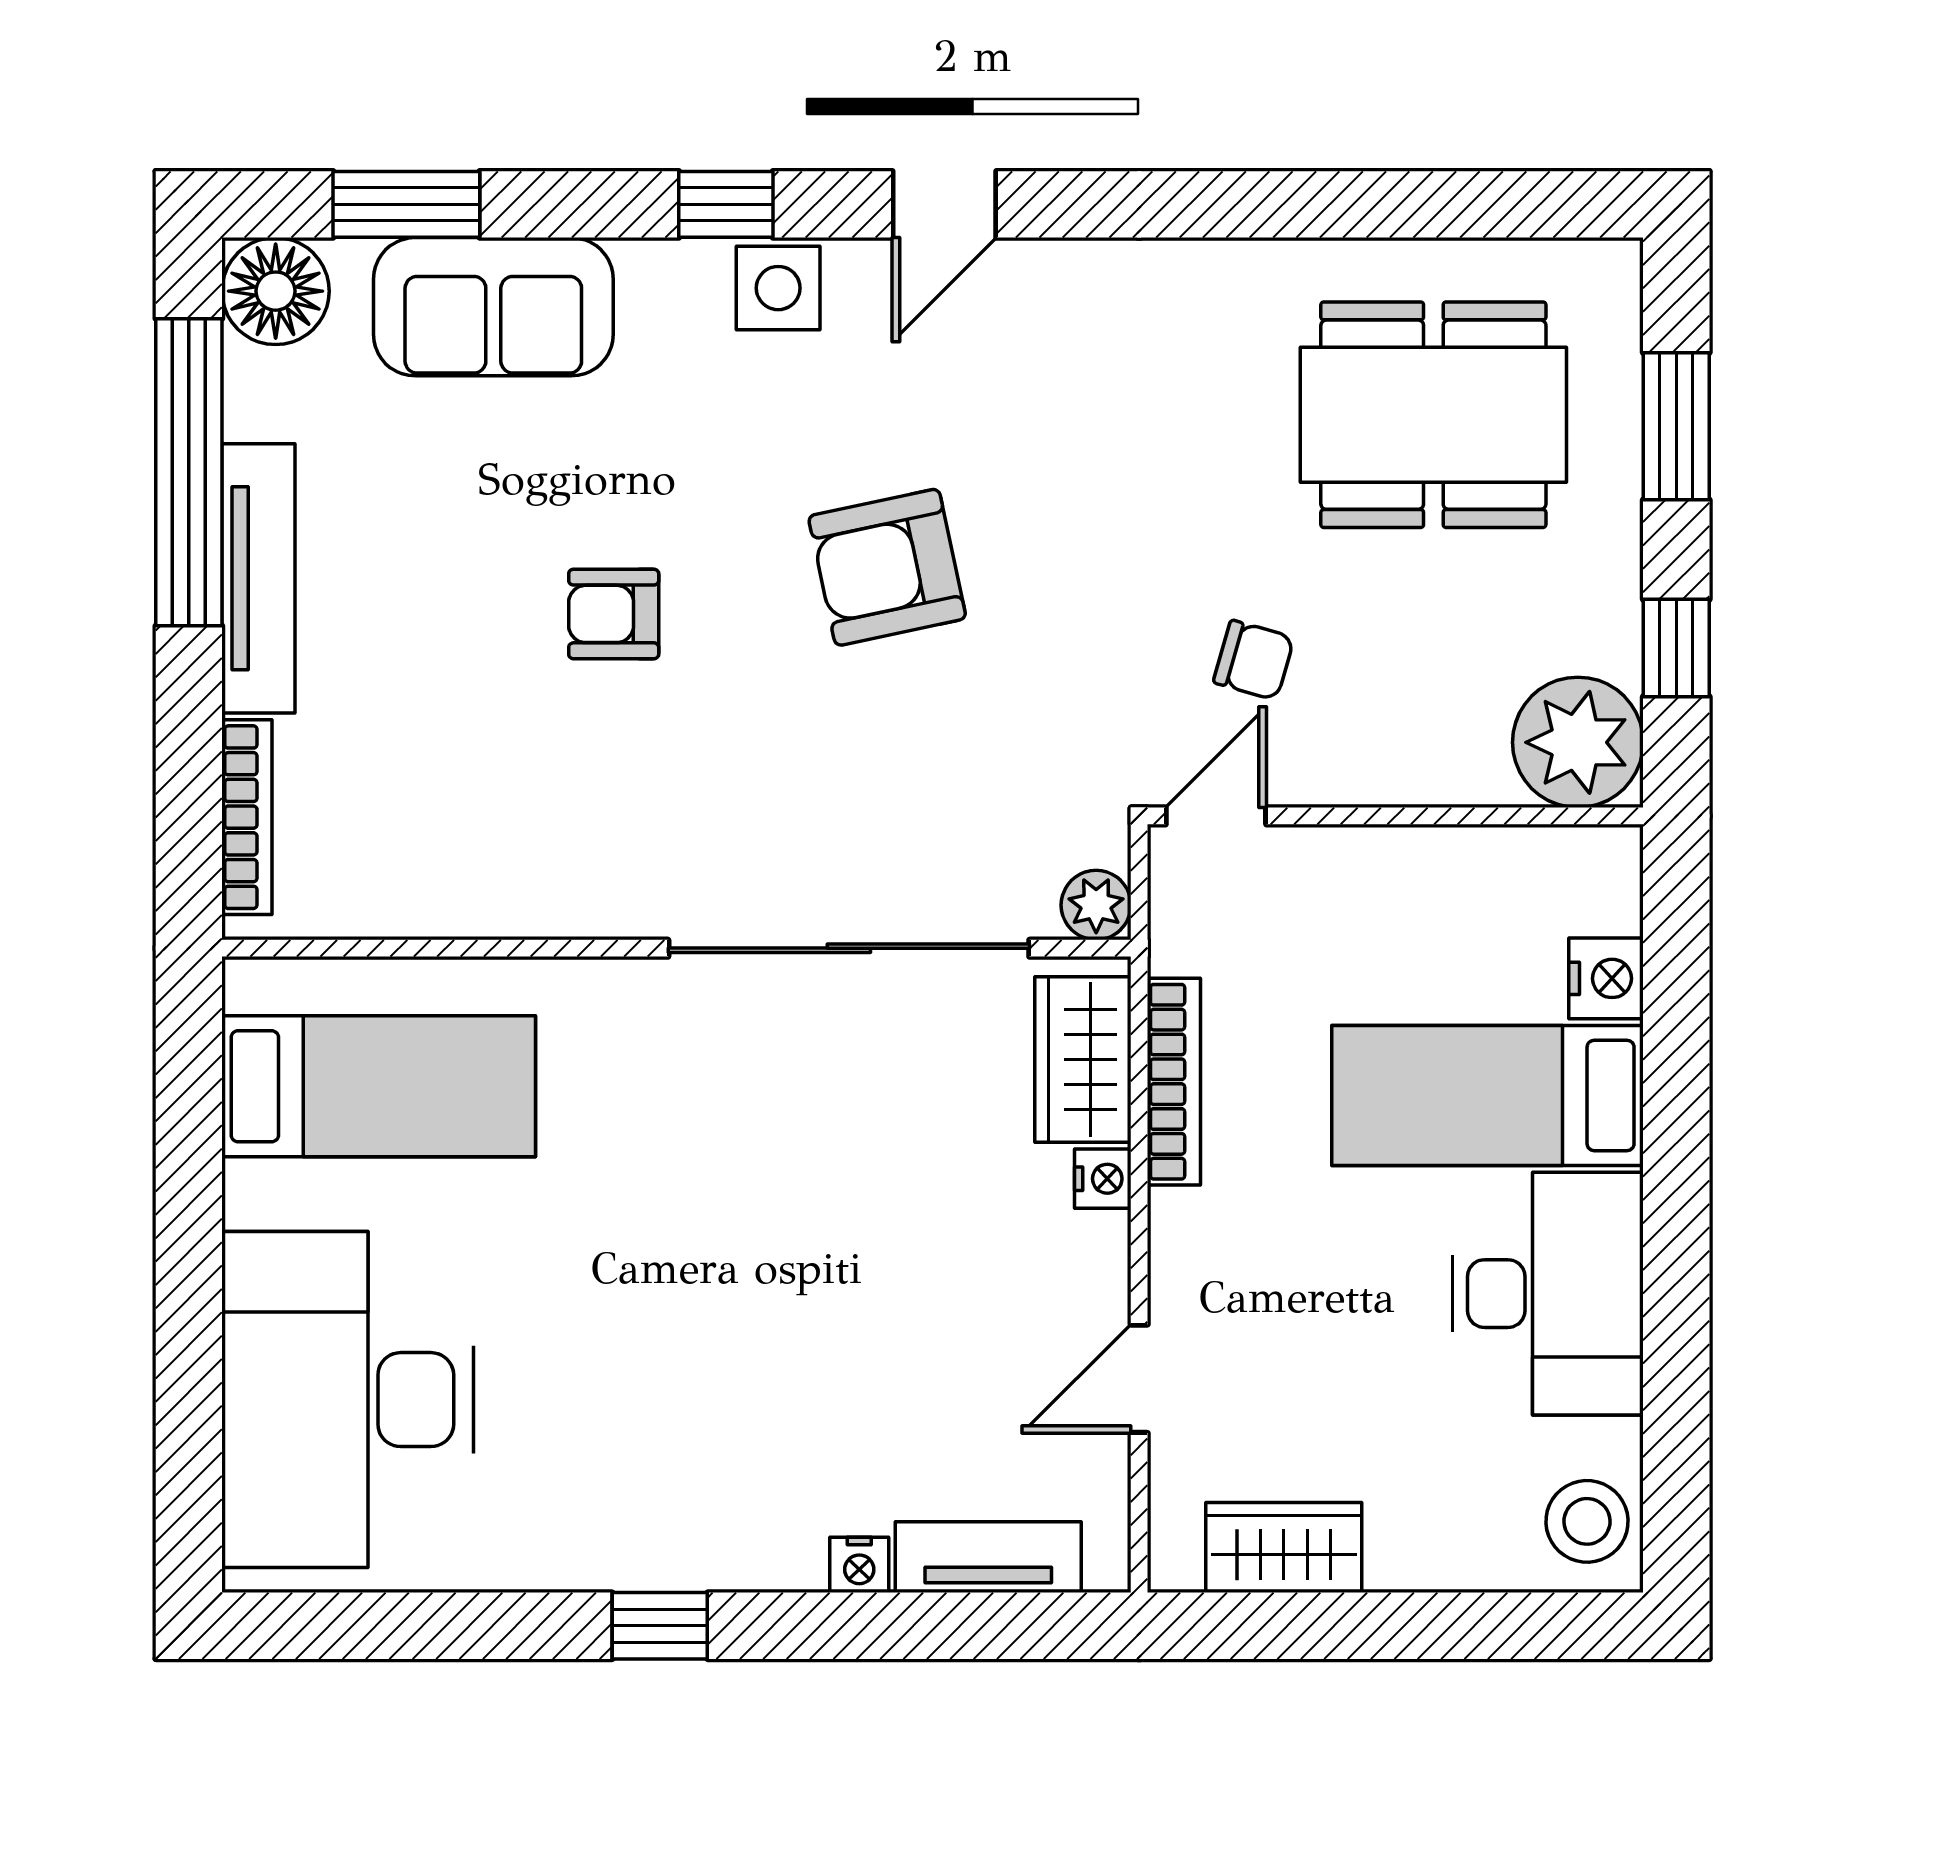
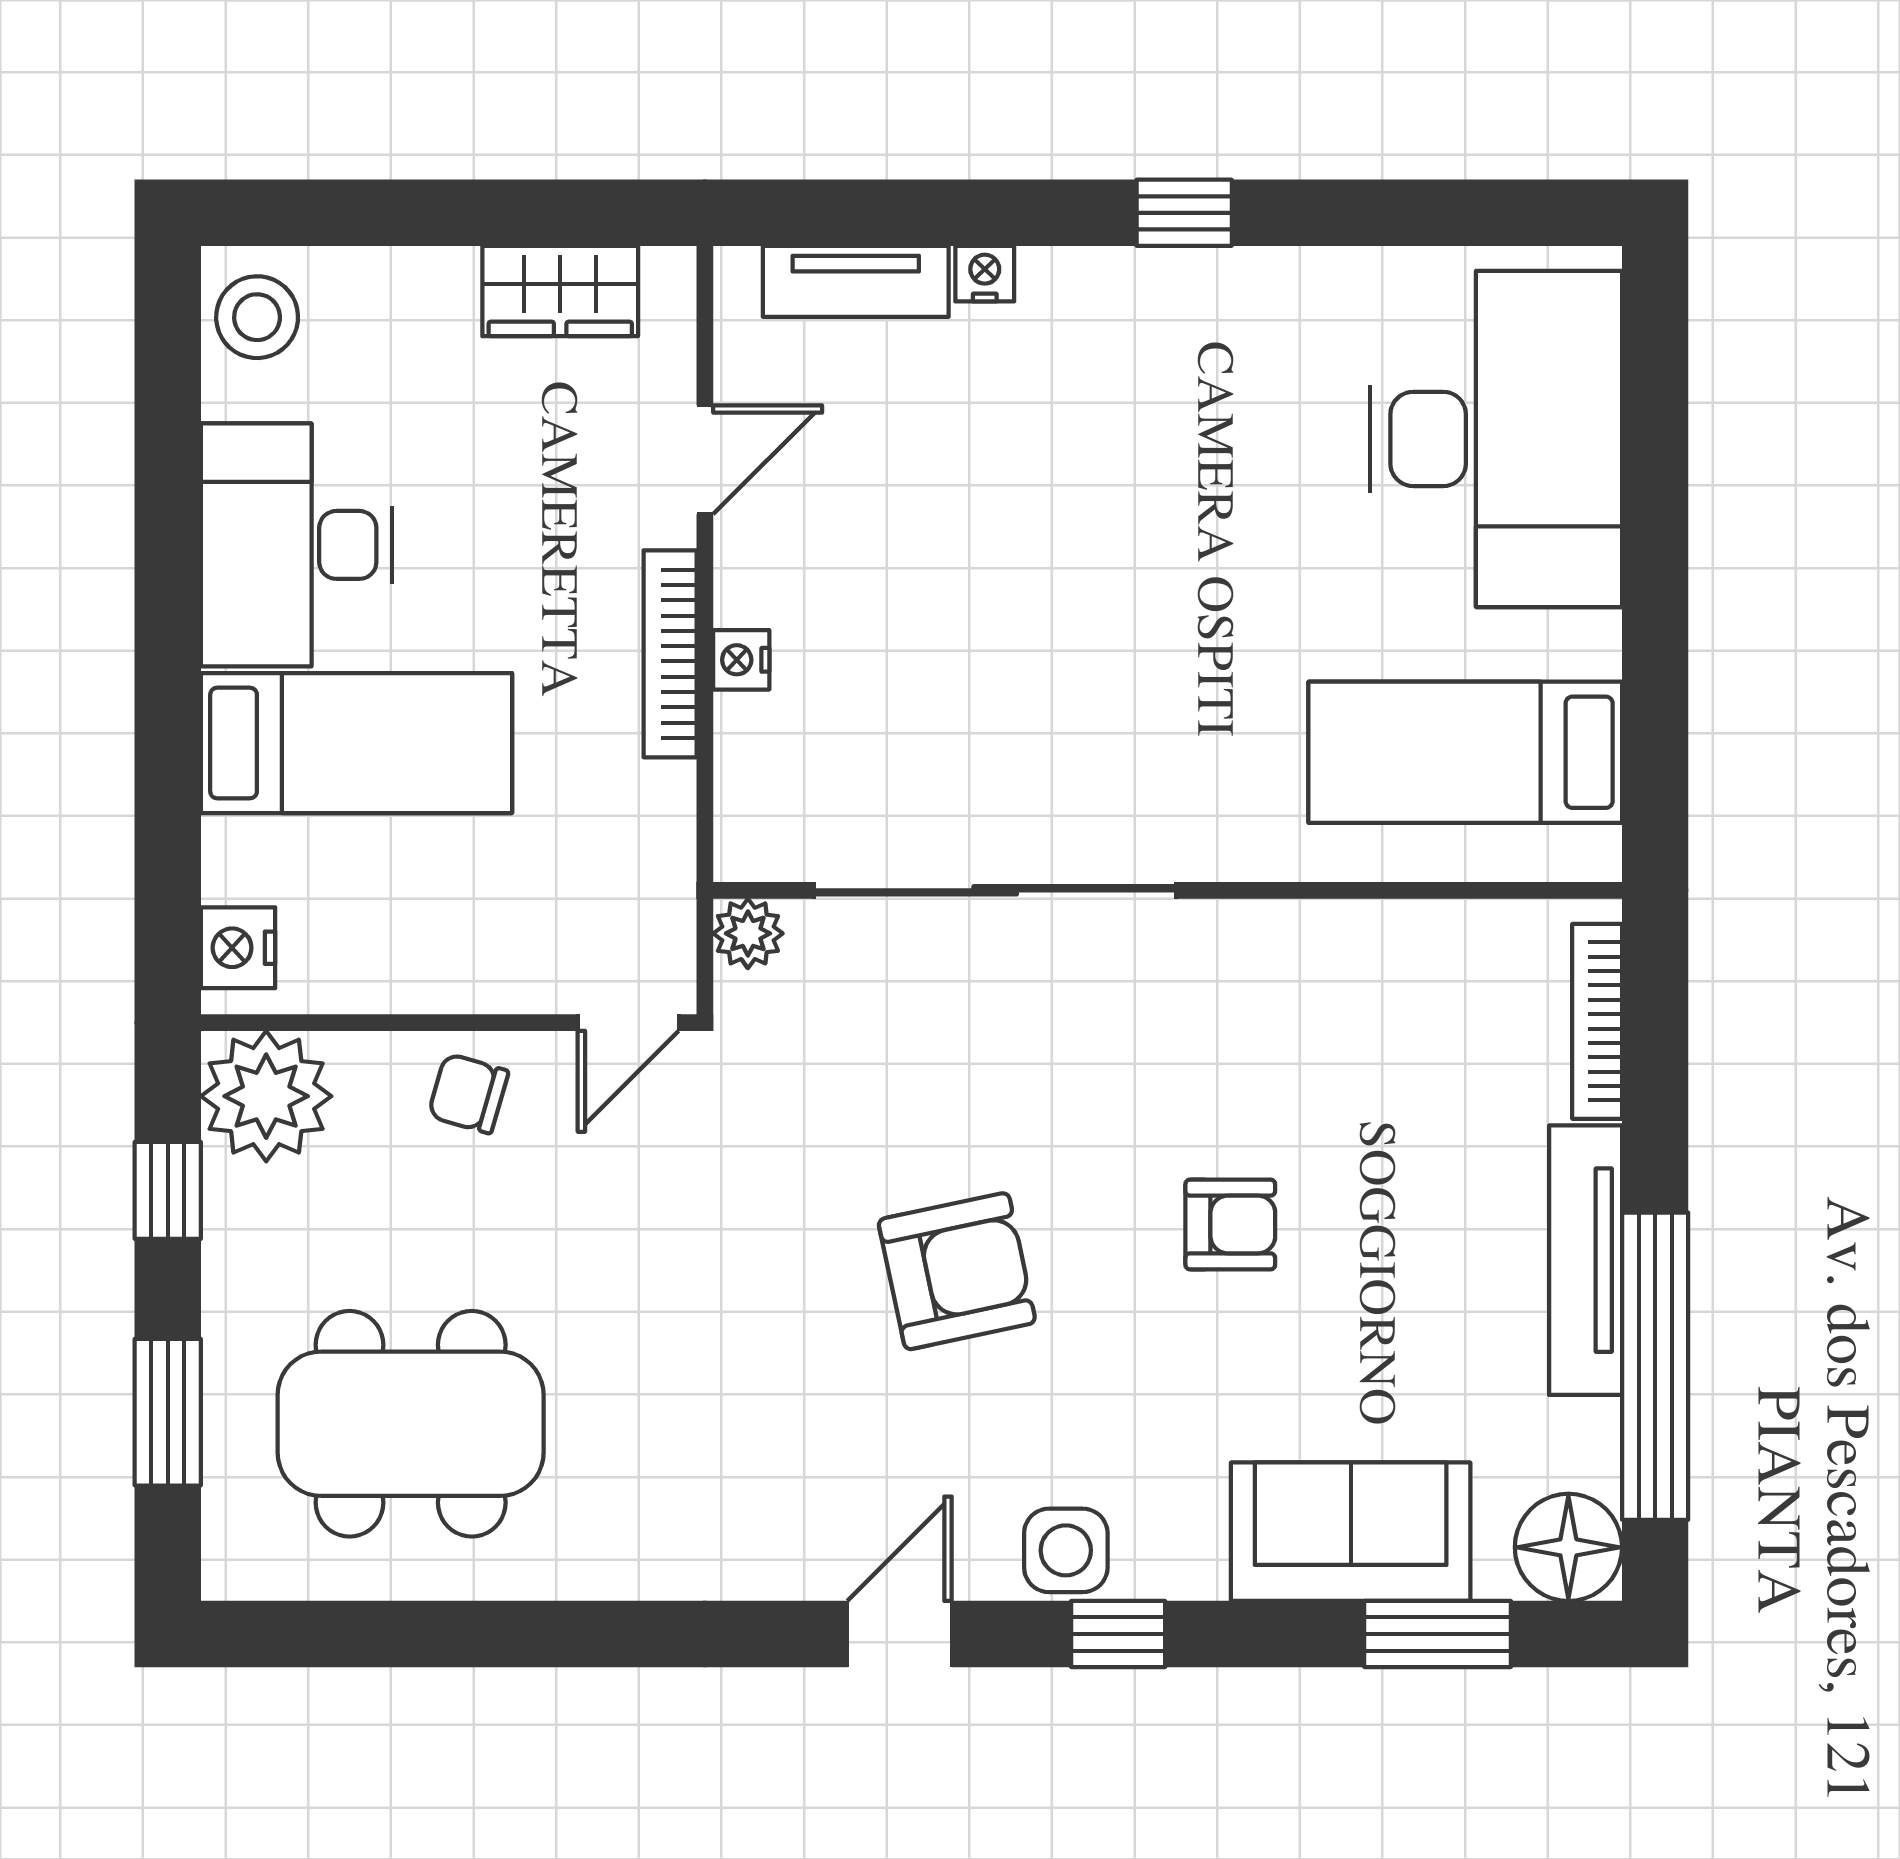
chair: (1254, 660) -> (468, 1093), moved
nightstand: (1606, 978) -> (238, 948), moved
wardrobe: (1083, 1059) -> (761, 779), removed
bookcase: (1174, 1082) -> (670, 654), moved

